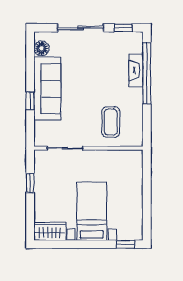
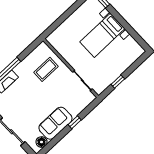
sofa: (47, 89) -> (55, 123), width x0.73
wardrobe: (50, 231) -> (133, 47), removed

